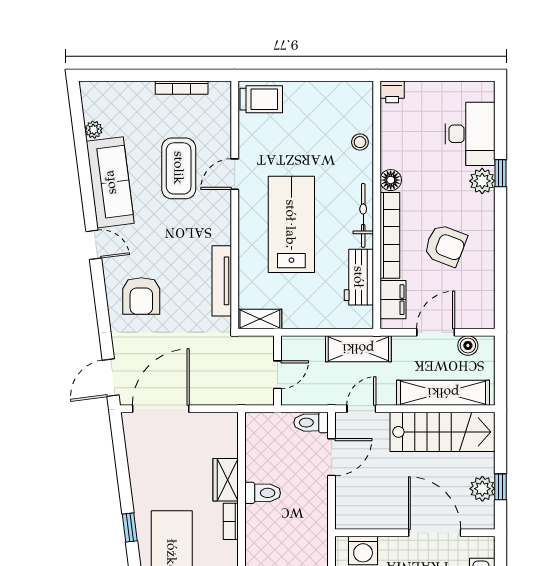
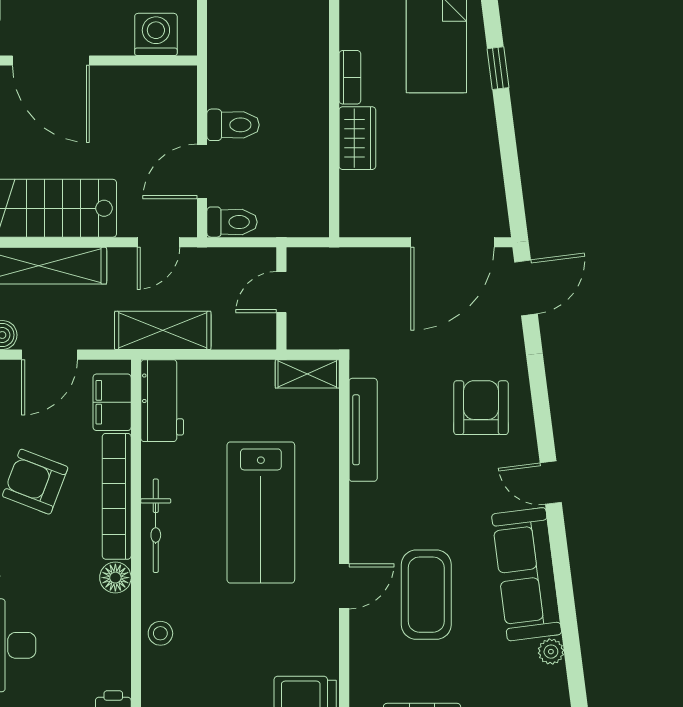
workbench: (359, 277) -> (162, 401), moved
toilet: (263, 493) -> (233, 125), moved, turned 180

